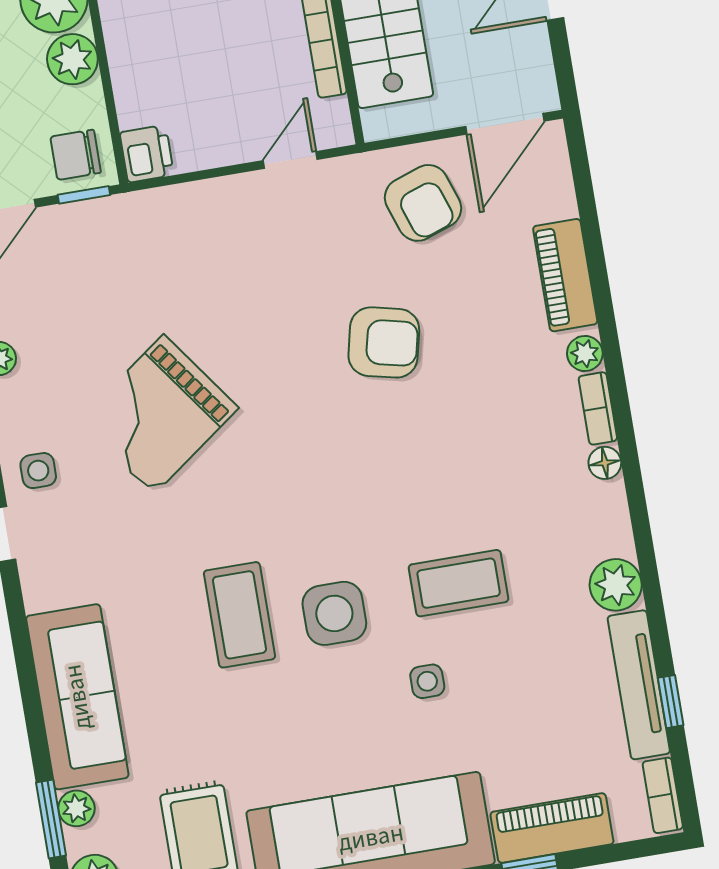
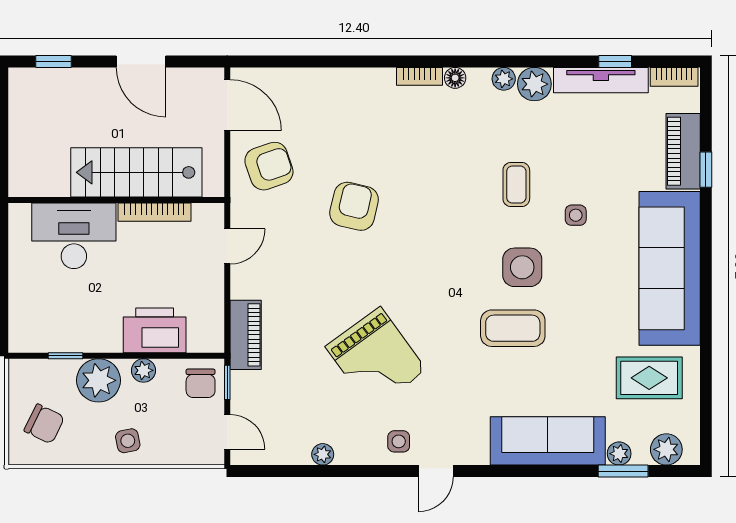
plant: (72, 59) -> (143, 370), width x0.73, depth x0.73
printer: (147, 154) -> (155, 330), moved, width x1.87, depth x1.48
door: (290, 160) -> (227, 246), swing flipped
piano: (565, 275) -> (246, 335), moved, turned -90
plant: (585, 354) -> (504, 79), moved
coffee table: (459, 583) -> (516, 184), width x0.73, depth x0.77

